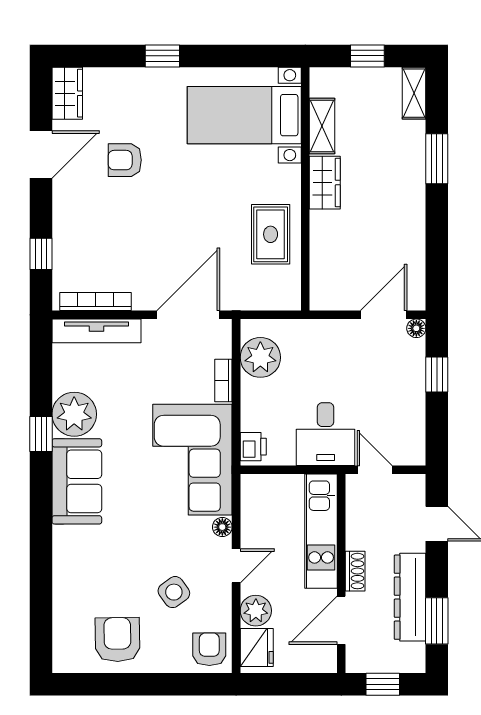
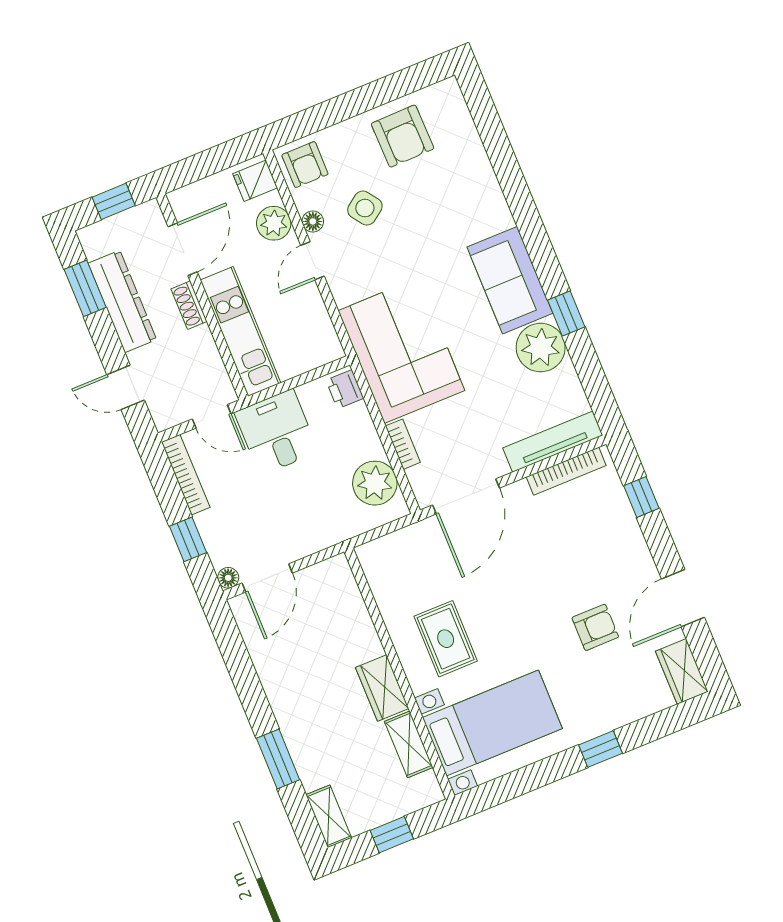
rug: (271, 234) -> (446, 639), moved
bookcase: (417, 430) -> (186, 475), added
floor lamp: (222, 527) -> (313, 221), moved
fridge: (257, 647) -> (255, 181), width x0.72

